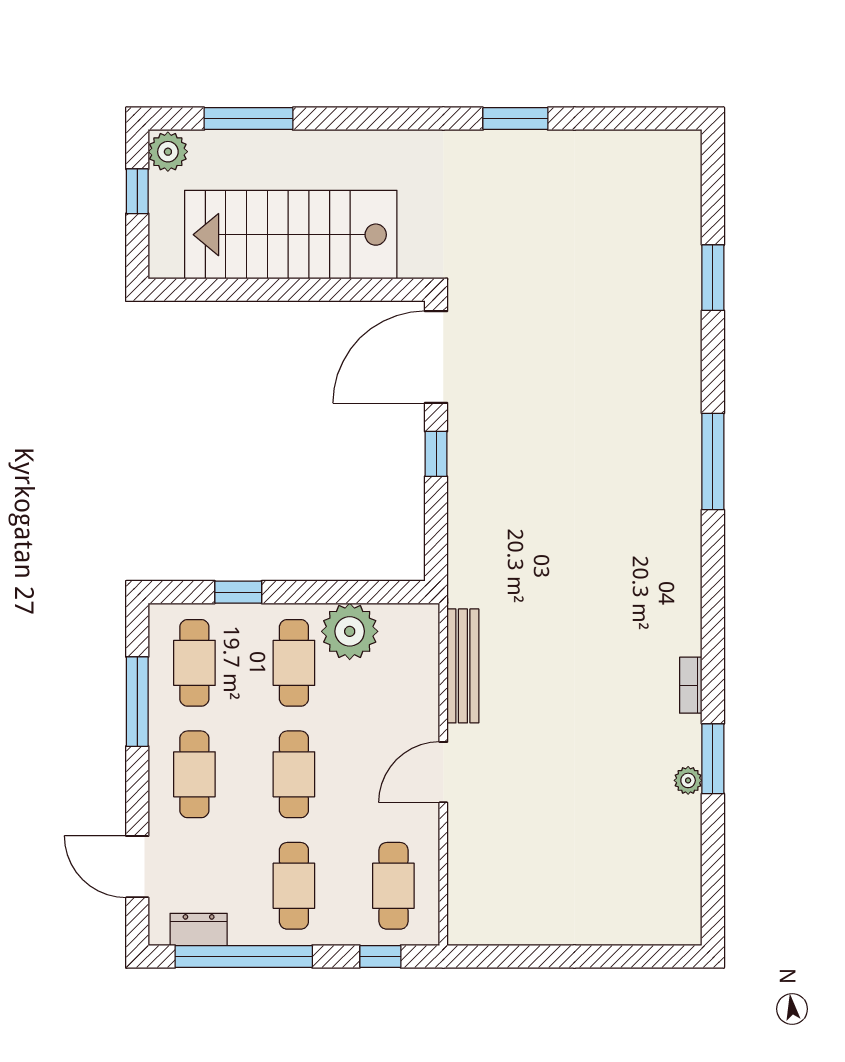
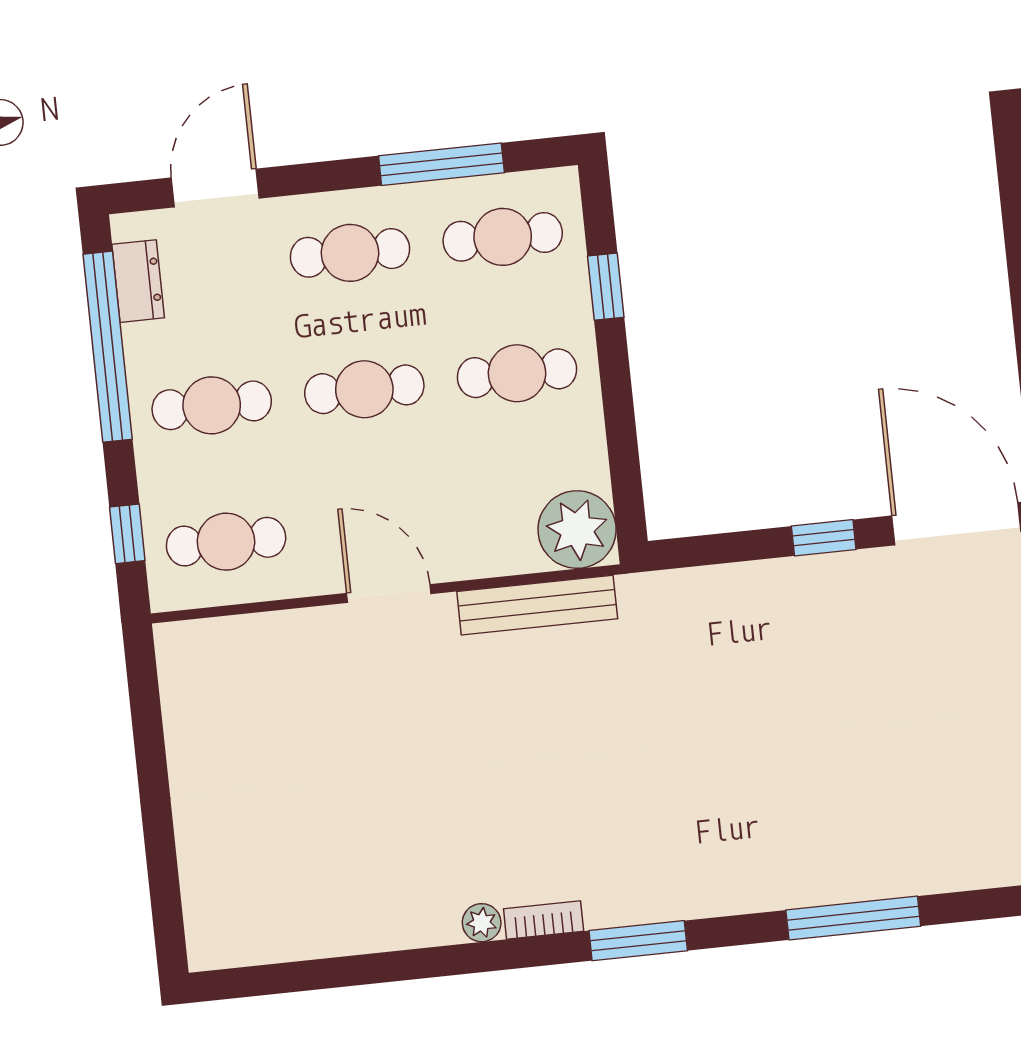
plant: (350, 631) -> (577, 530), moved
window: (713, 759) -> (638, 941), moved
plant: (688, 780) -> (482, 923), moved

